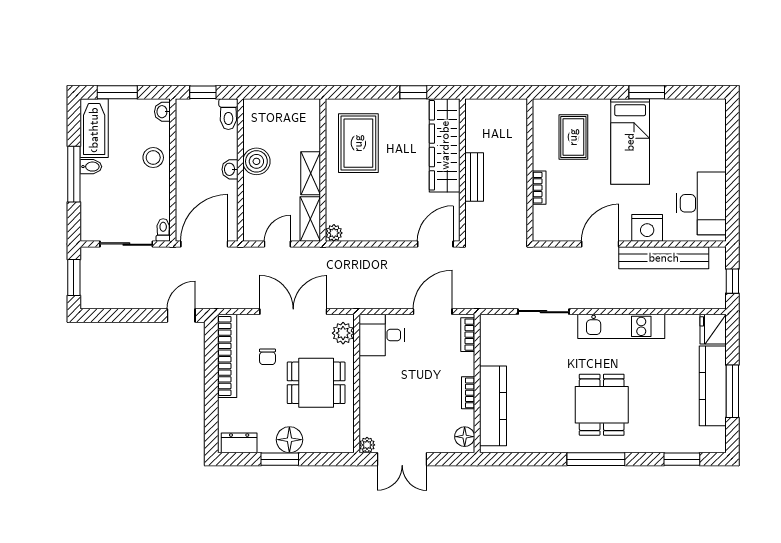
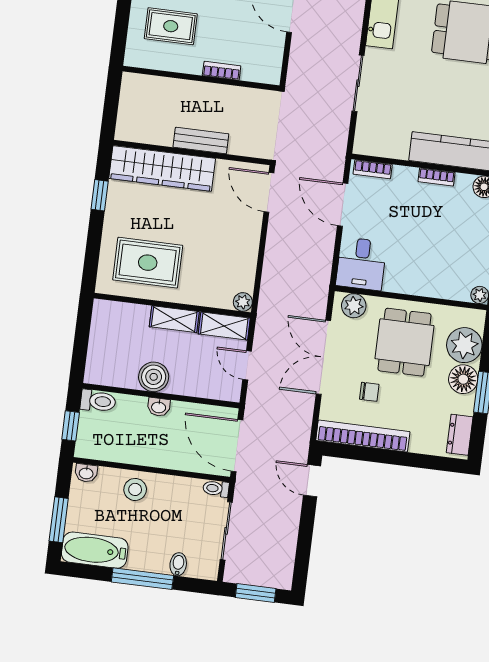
bidet: (91, 167) -> (178, 564), moved
plant: (320, 437) -> (464, 345), added

